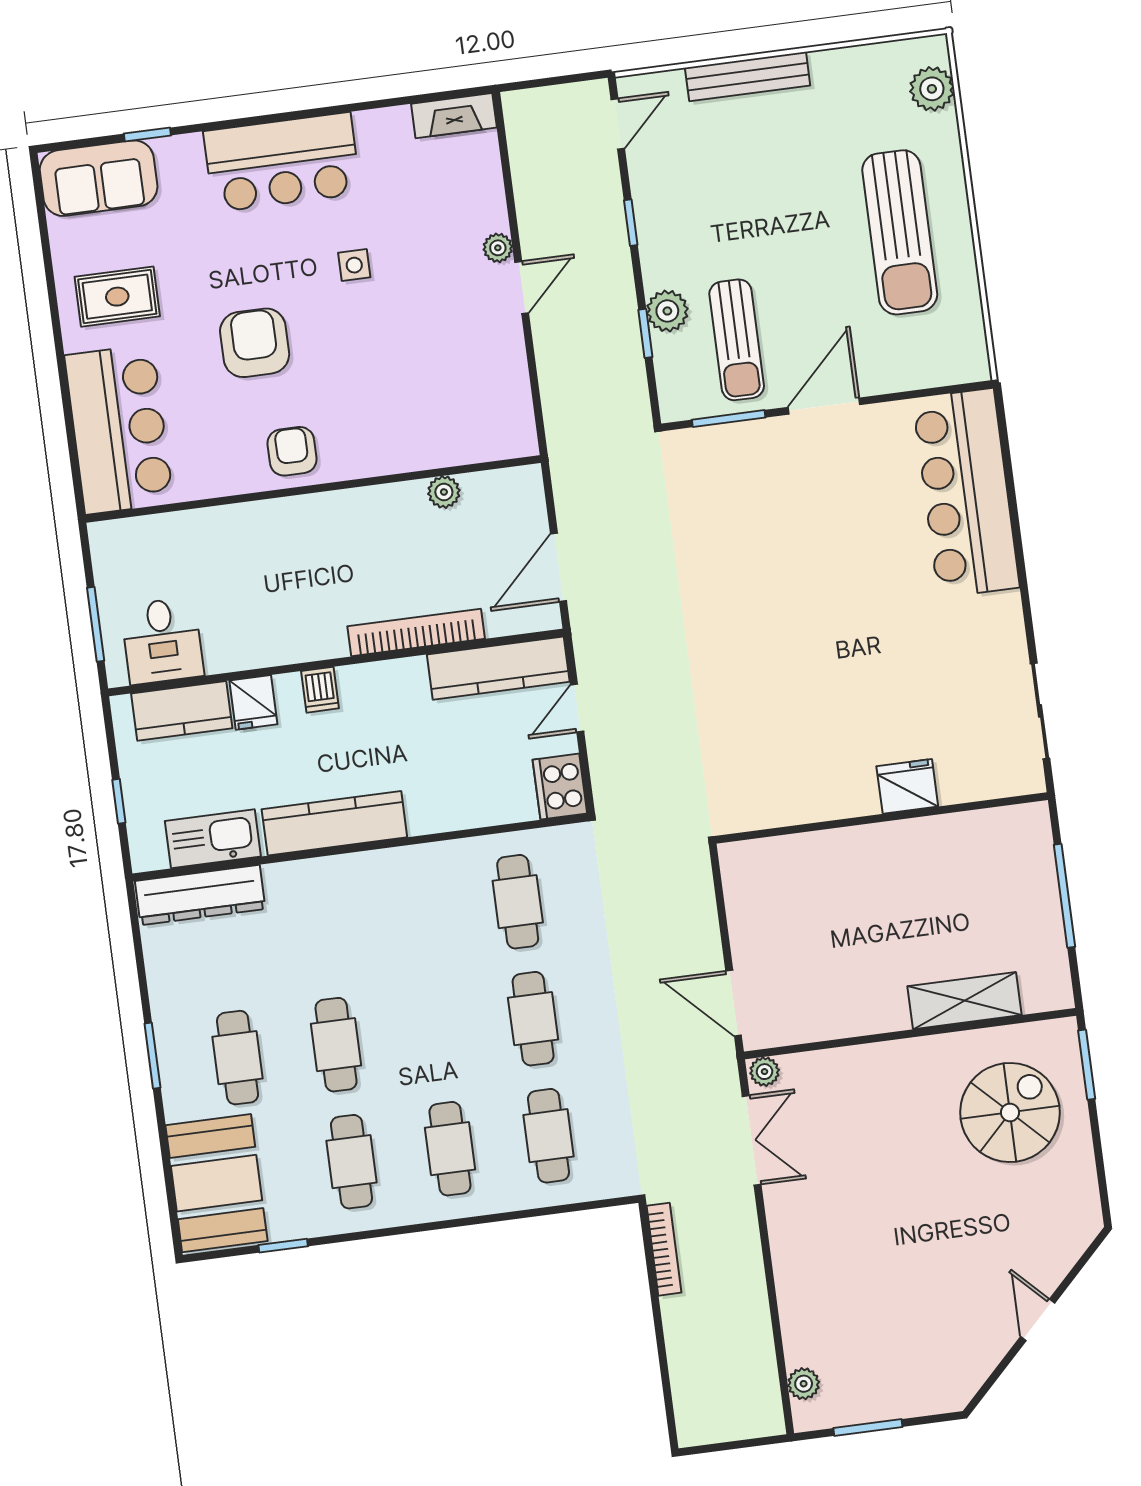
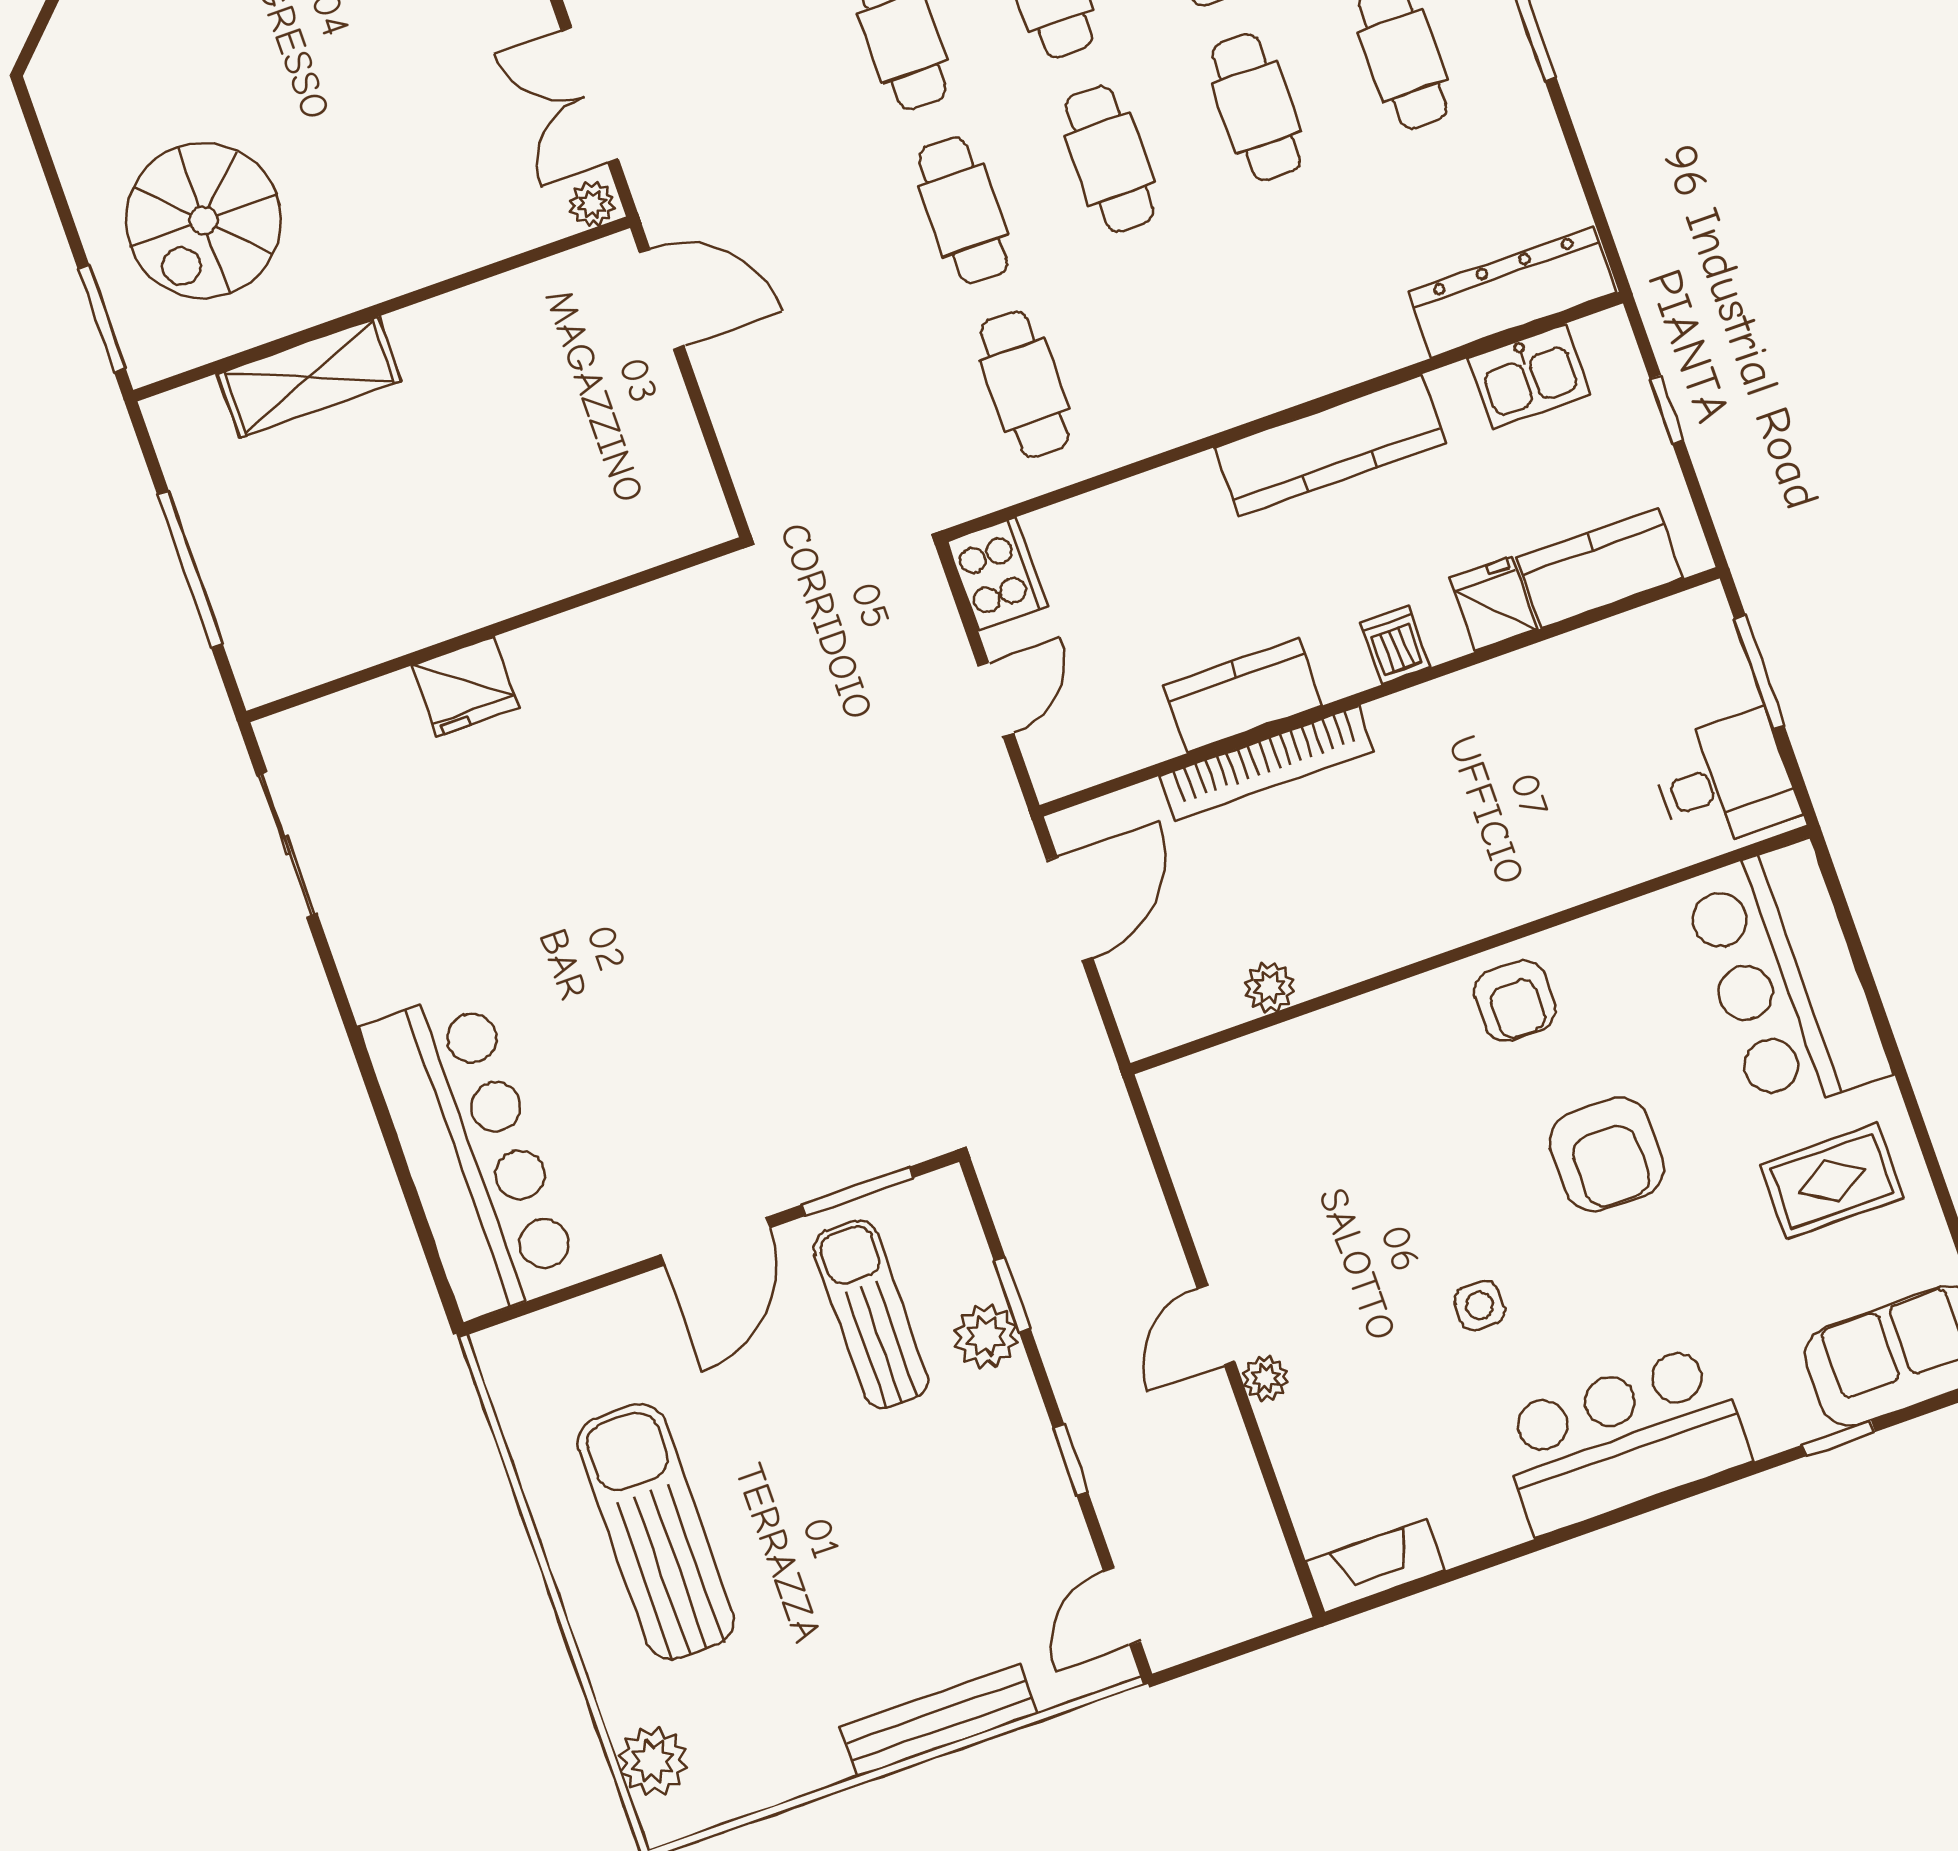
desk: (162, 641) -> (1724, 781), moved, turned 90
kitchen counter: (498, 668) -> (1242, 696), moved, width x0.67
kitchen sink: (213, 839) -> (1529, 376), width x0.73
cafe table: (435, 1032) -> (1110, 159), added

